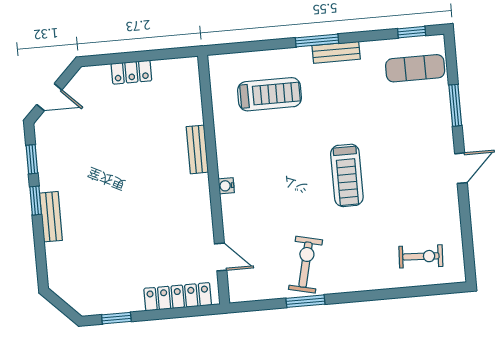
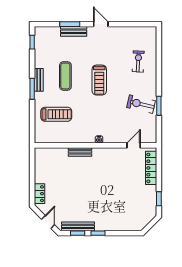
exercise mat: (415, 68) -> (65, 76), moved
locker: (131, 72) -> (39, 194), moved
treadmill: (269, 94) -> (56, 114), turned 90
bench: (441, 114) -> (74, 31), added
treadmill: (347, 175) -> (99, 80), turned 90
bench: (51, 217) -> (78, 226), moved, width x1.36
exercise bike: (421, 256) -> (138, 61), moved

